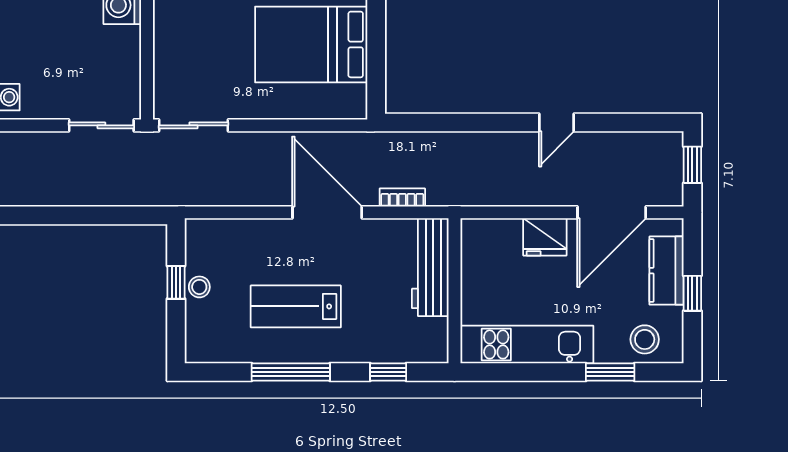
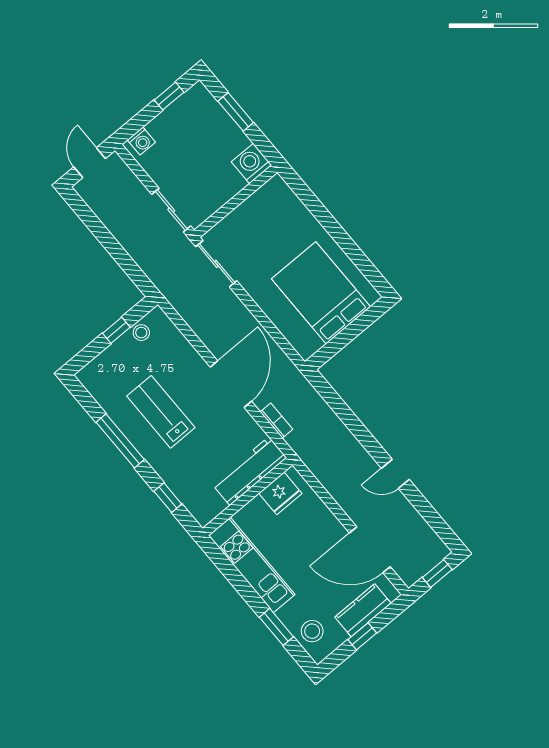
fridge: (545, 237) -> (280, 493), moved, turned -90
stool: (199, 287) -> (141, 333), moved

